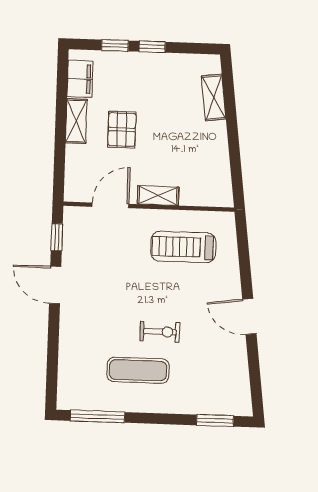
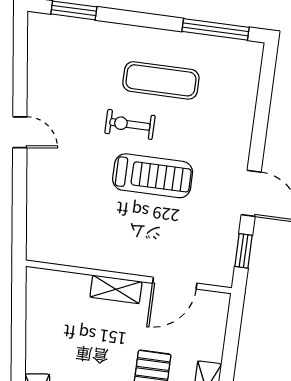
treadmill: (183, 247) -> (153, 176), moved
door: (249, 316) -> (20, 132), width x0.73

